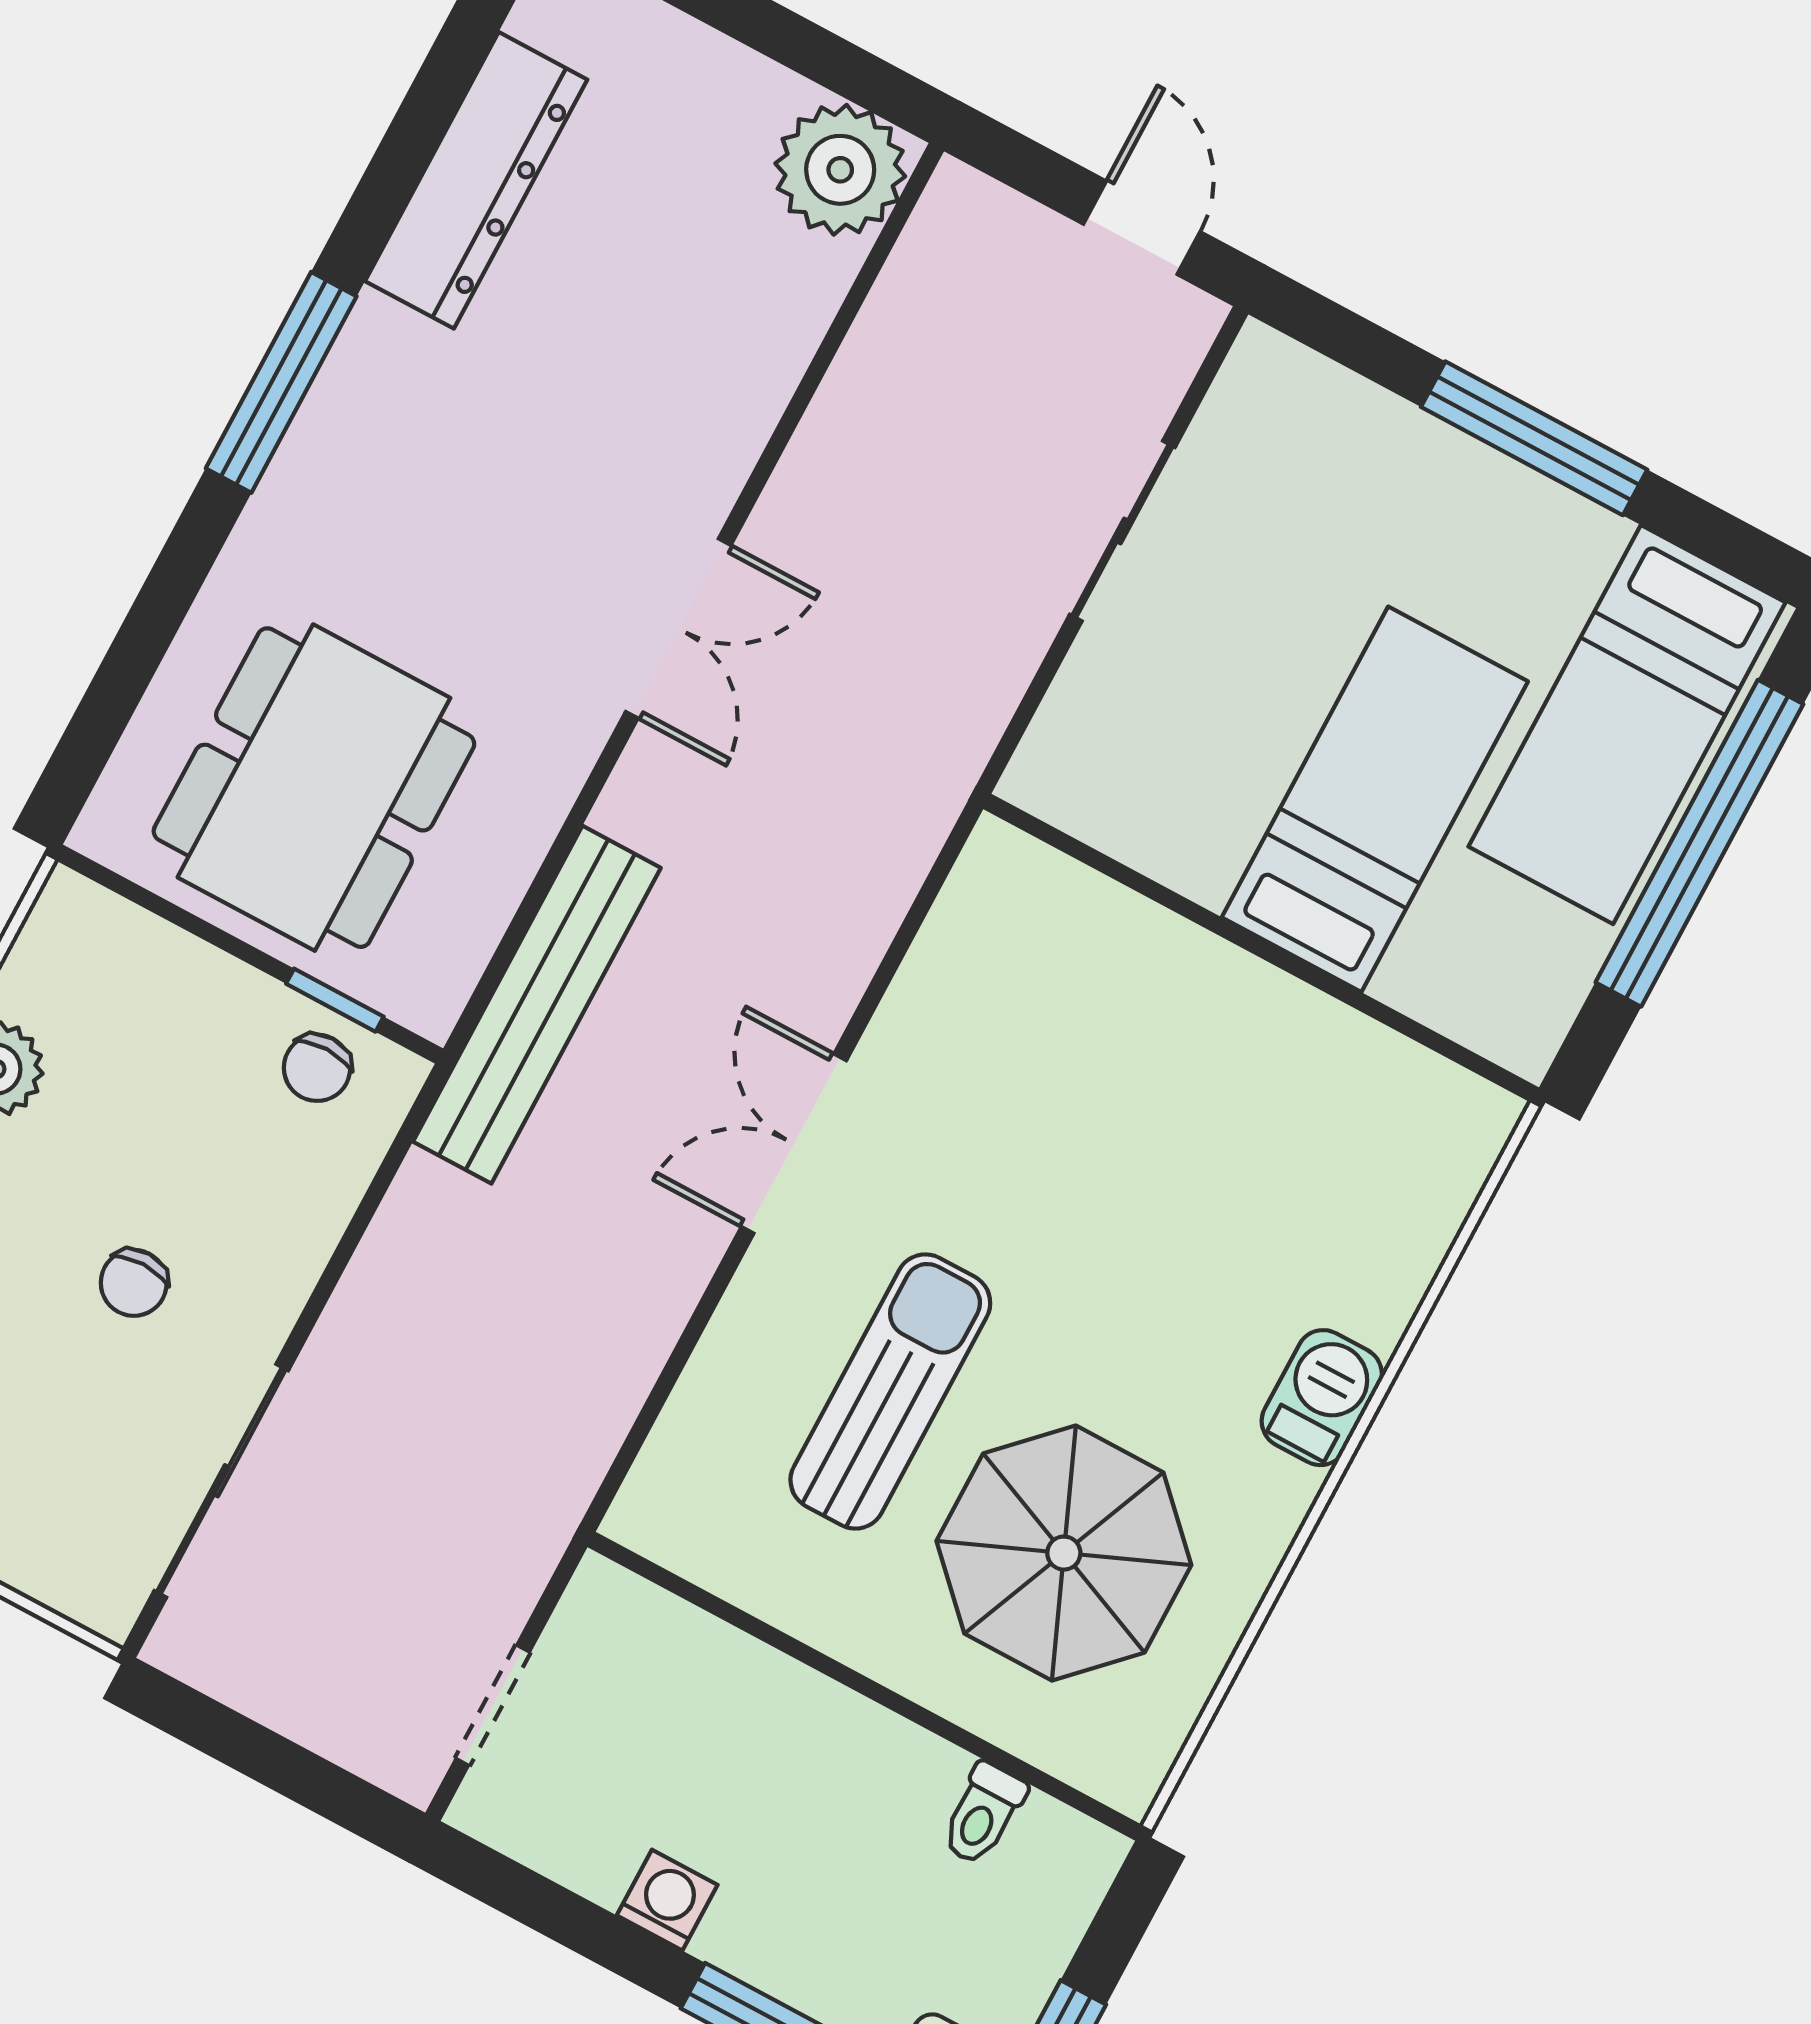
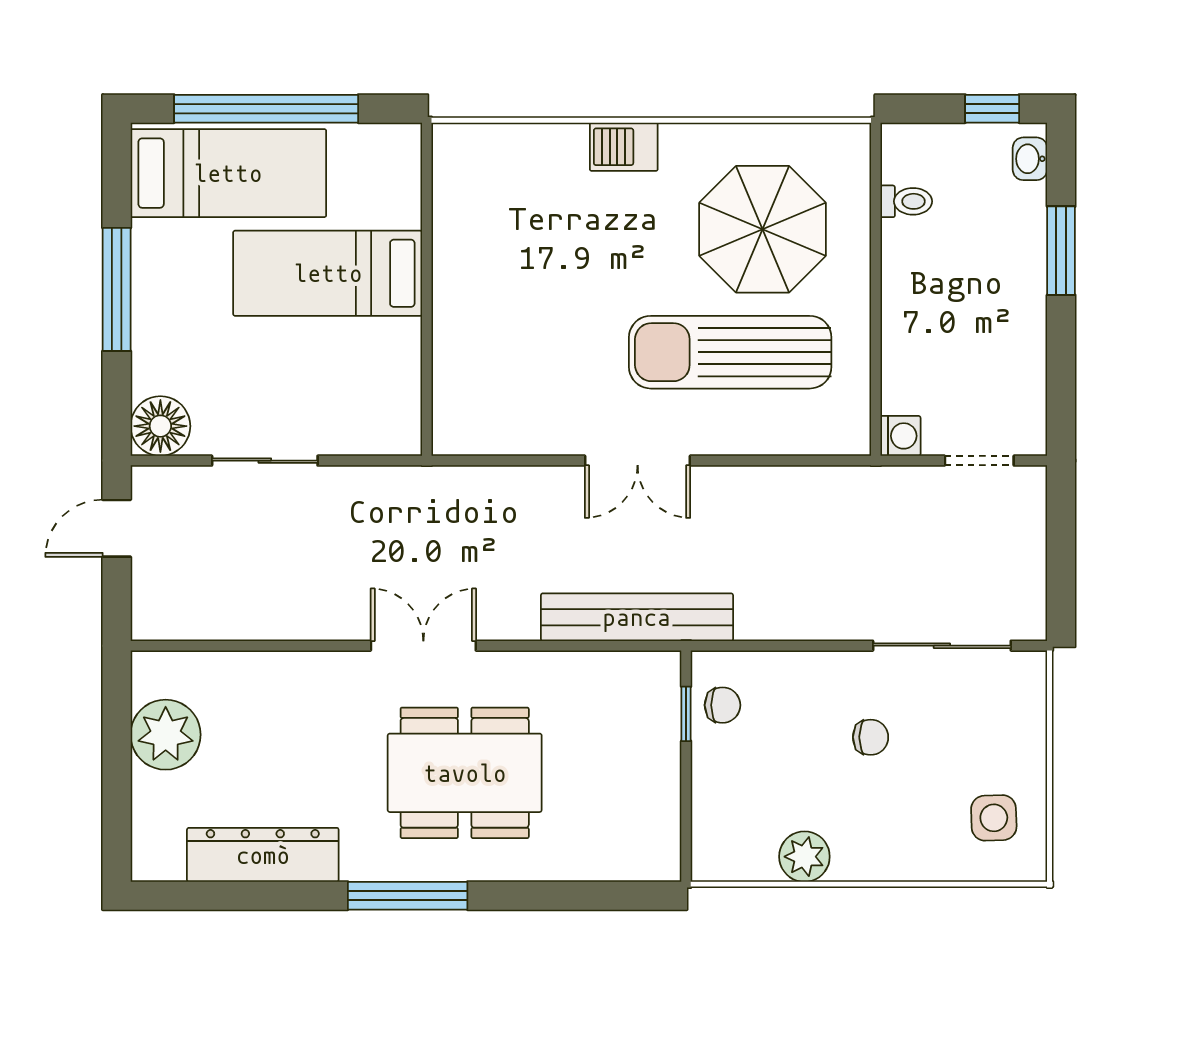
plant: (840, 170) -> (166, 735), moved
floor lamp: (1271, 390) -> (160, 426), added
dining table: (314, 788) -> (465, 773), moved
sun lounger: (890, 1392) -> (730, 352), width x1.36, depth x1.34
washing machine: (667, 1900) -> (900, 436), moved, turned 180

